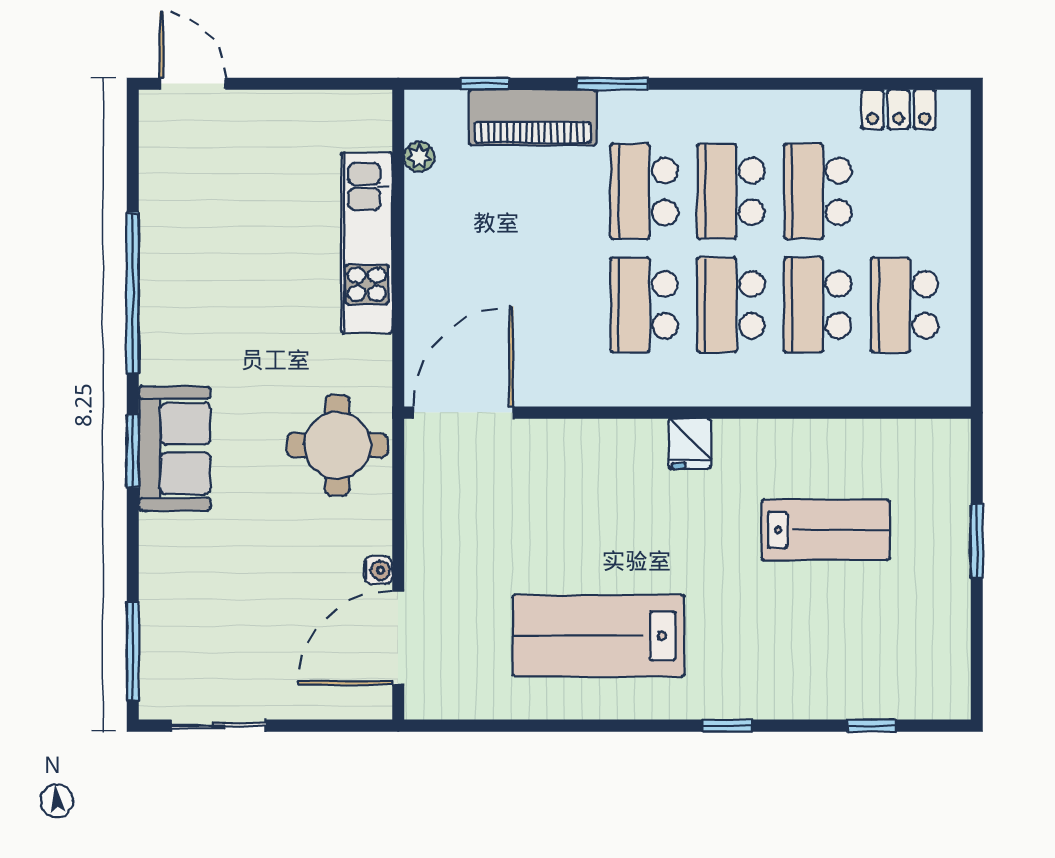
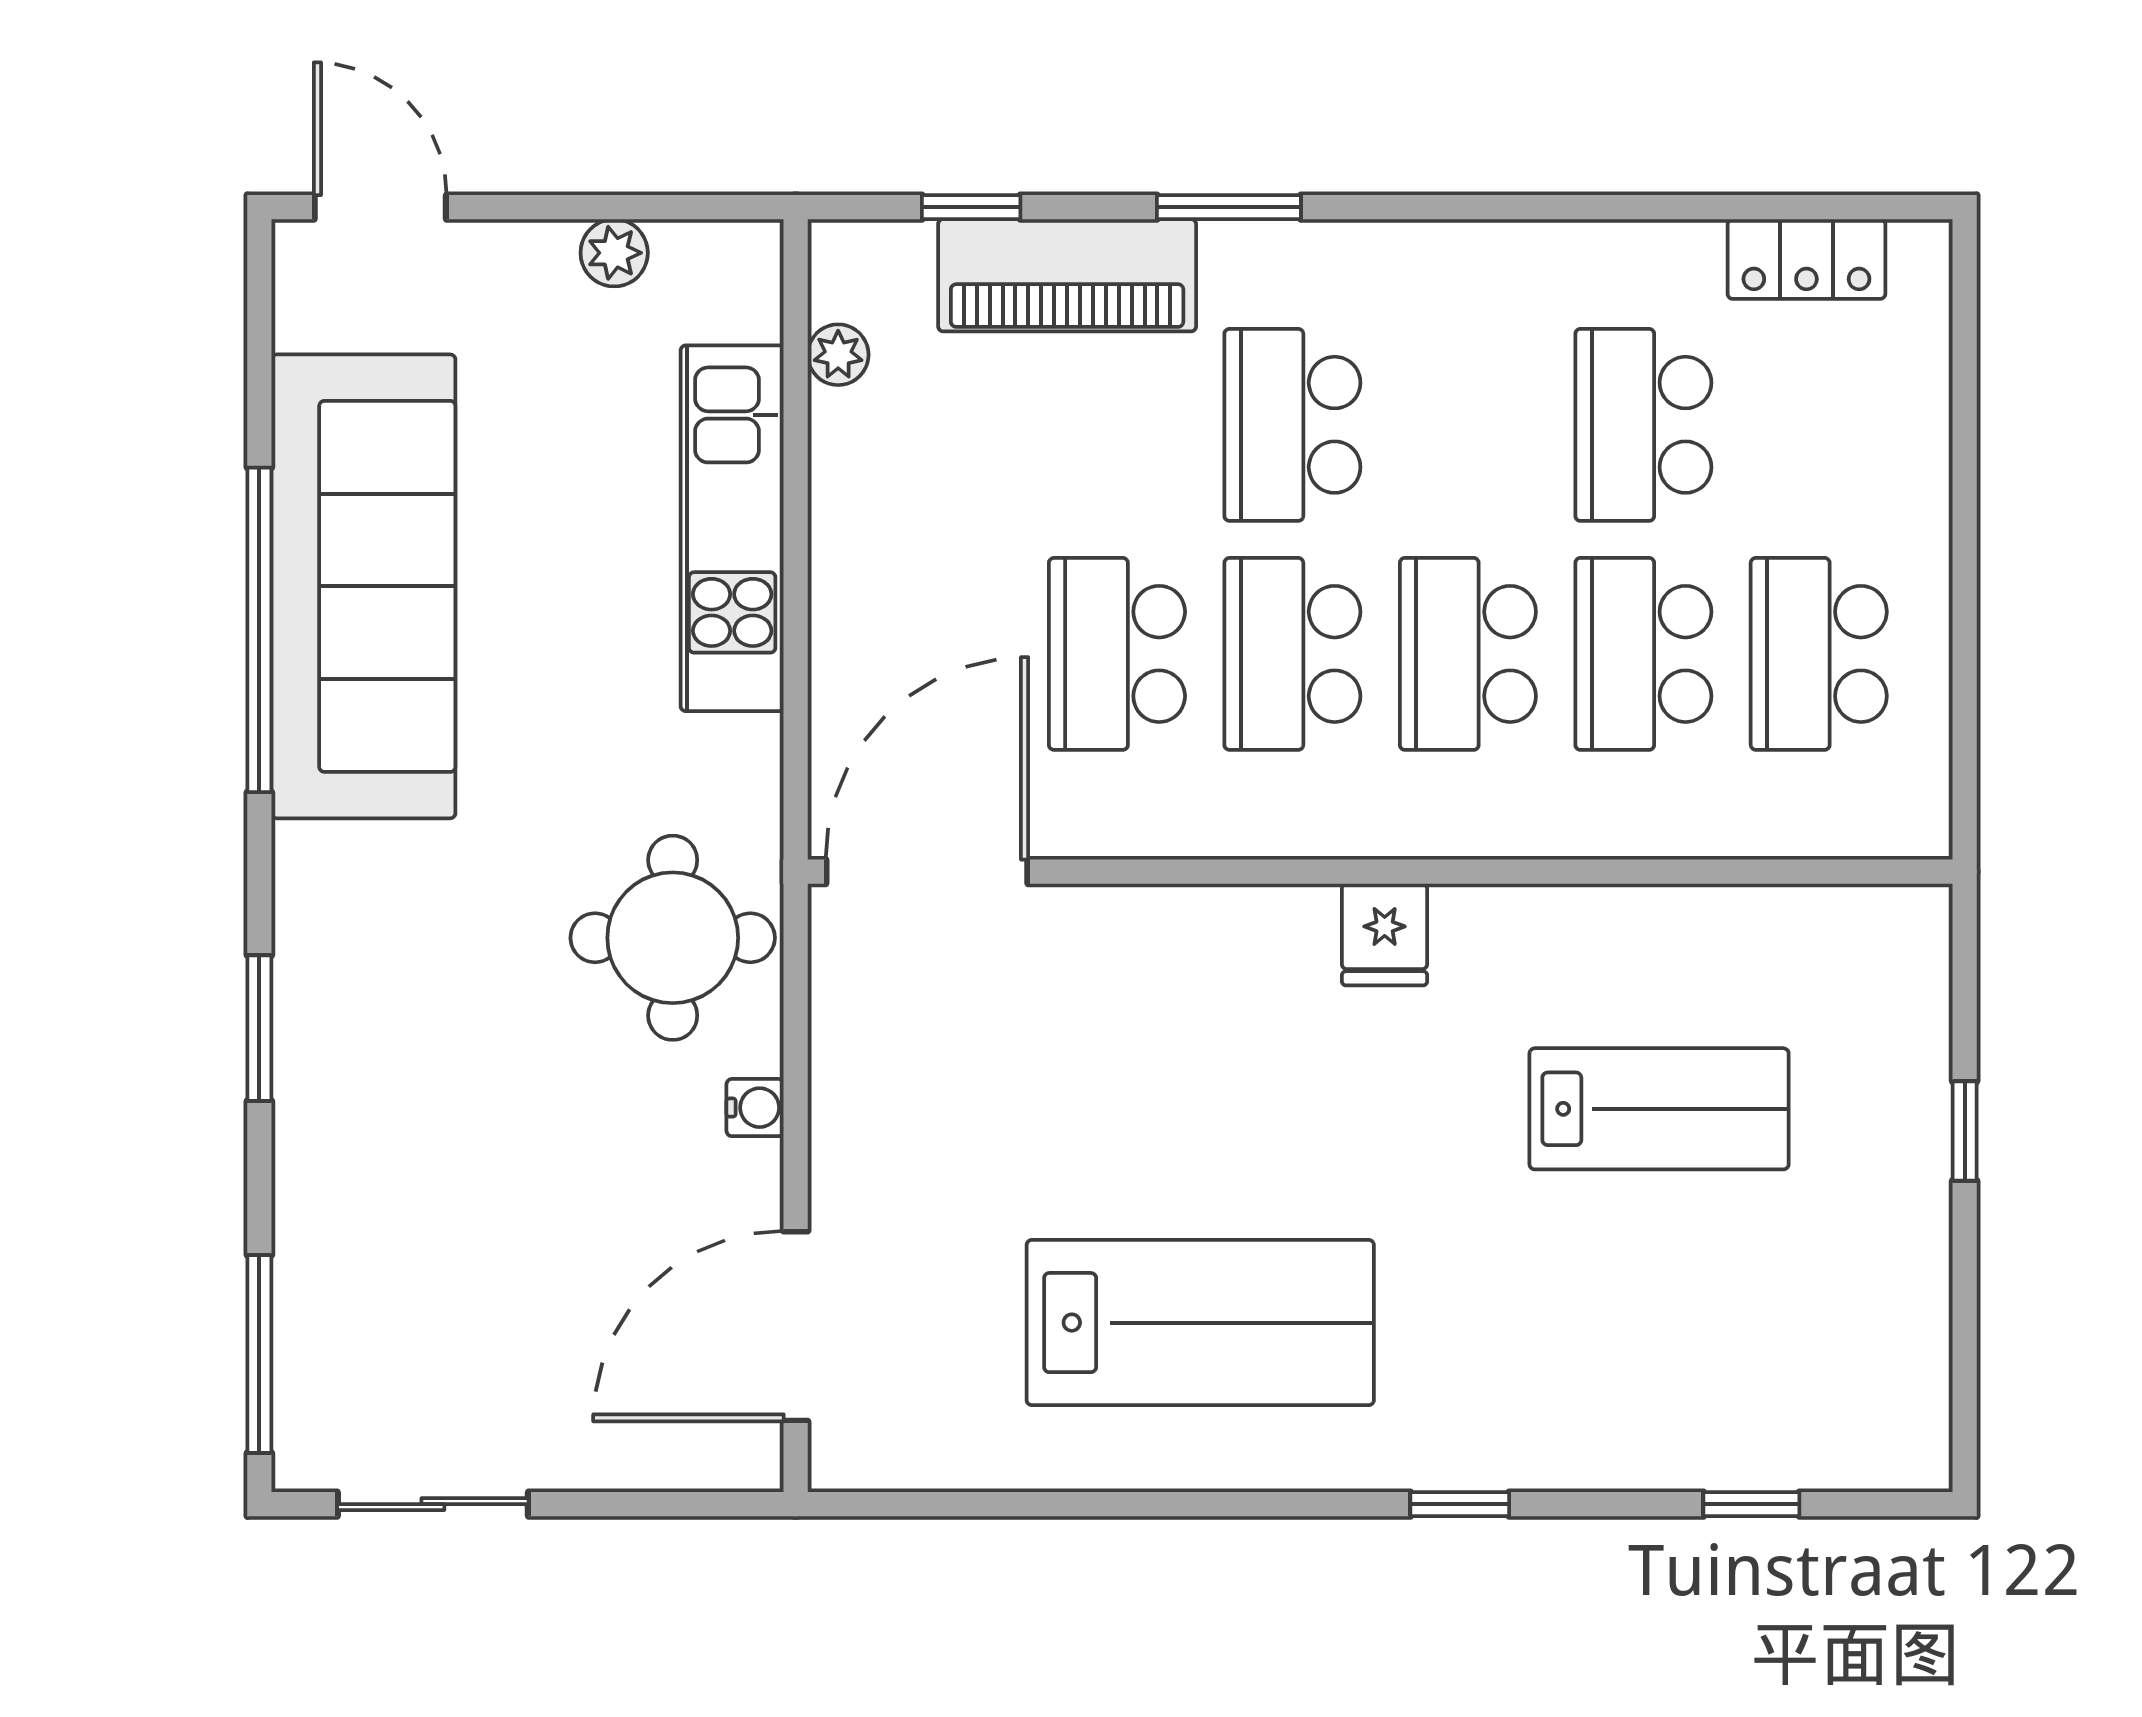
plant: (308, 106) -> (614, 253), added
school desk: (731, 191) -> (1117, 654), moved
sofa: (175, 448) -> (363, 586), moved, width x1.85, depth x1.27
window: (133, 451) -> (259, 1028), moved
window: (977, 541) -> (1965, 1131), width x0.67
water cooler: (378, 570) -> (755, 1108), moved
lab bench: (598, 636) -> (1200, 1323), turned 180

